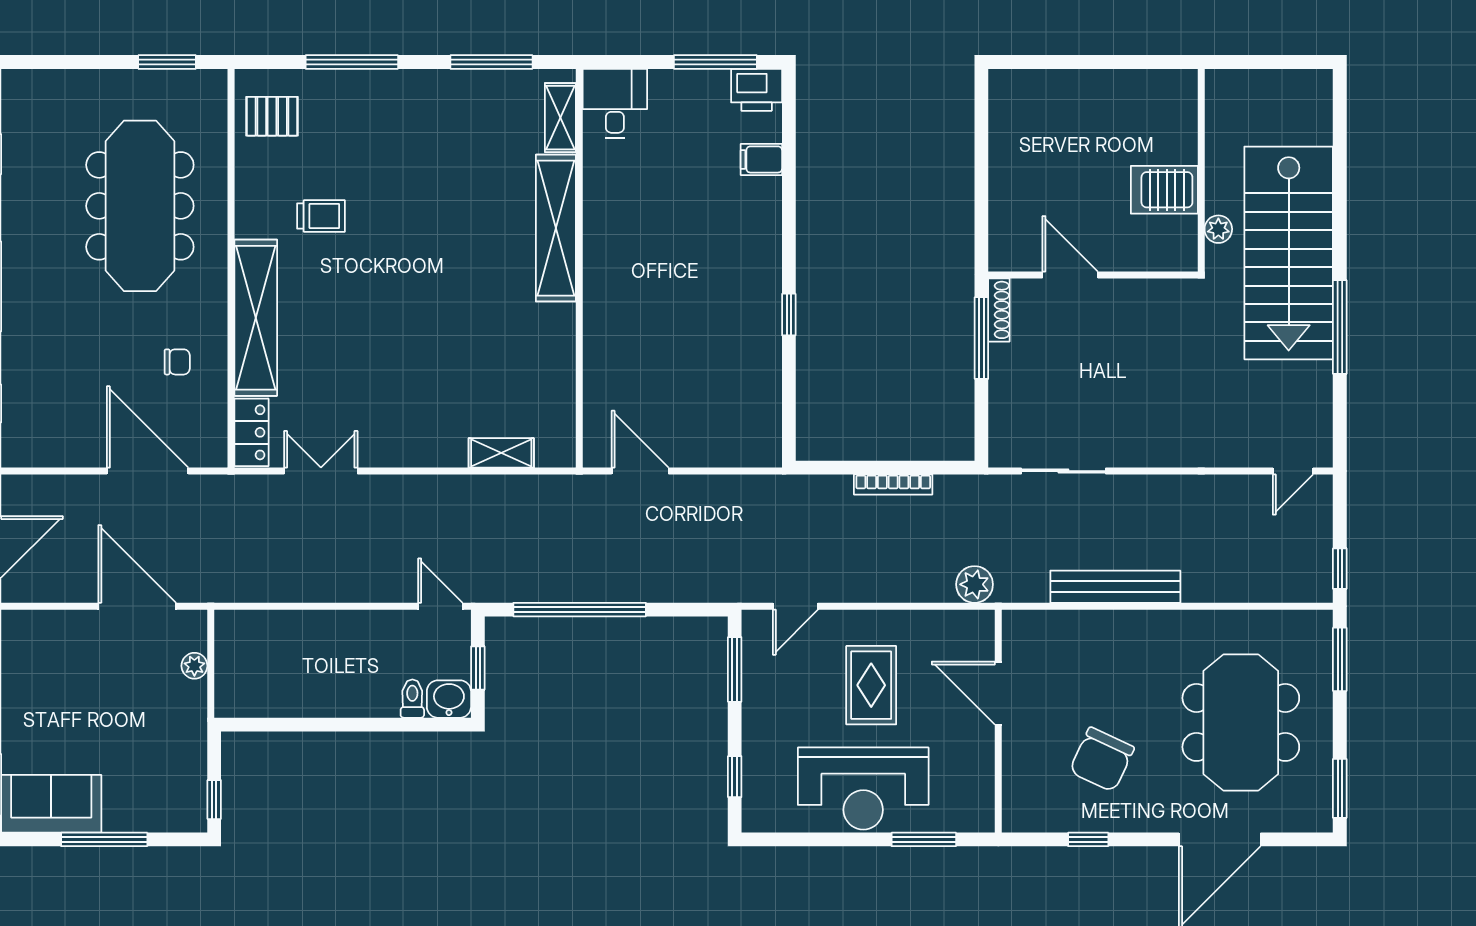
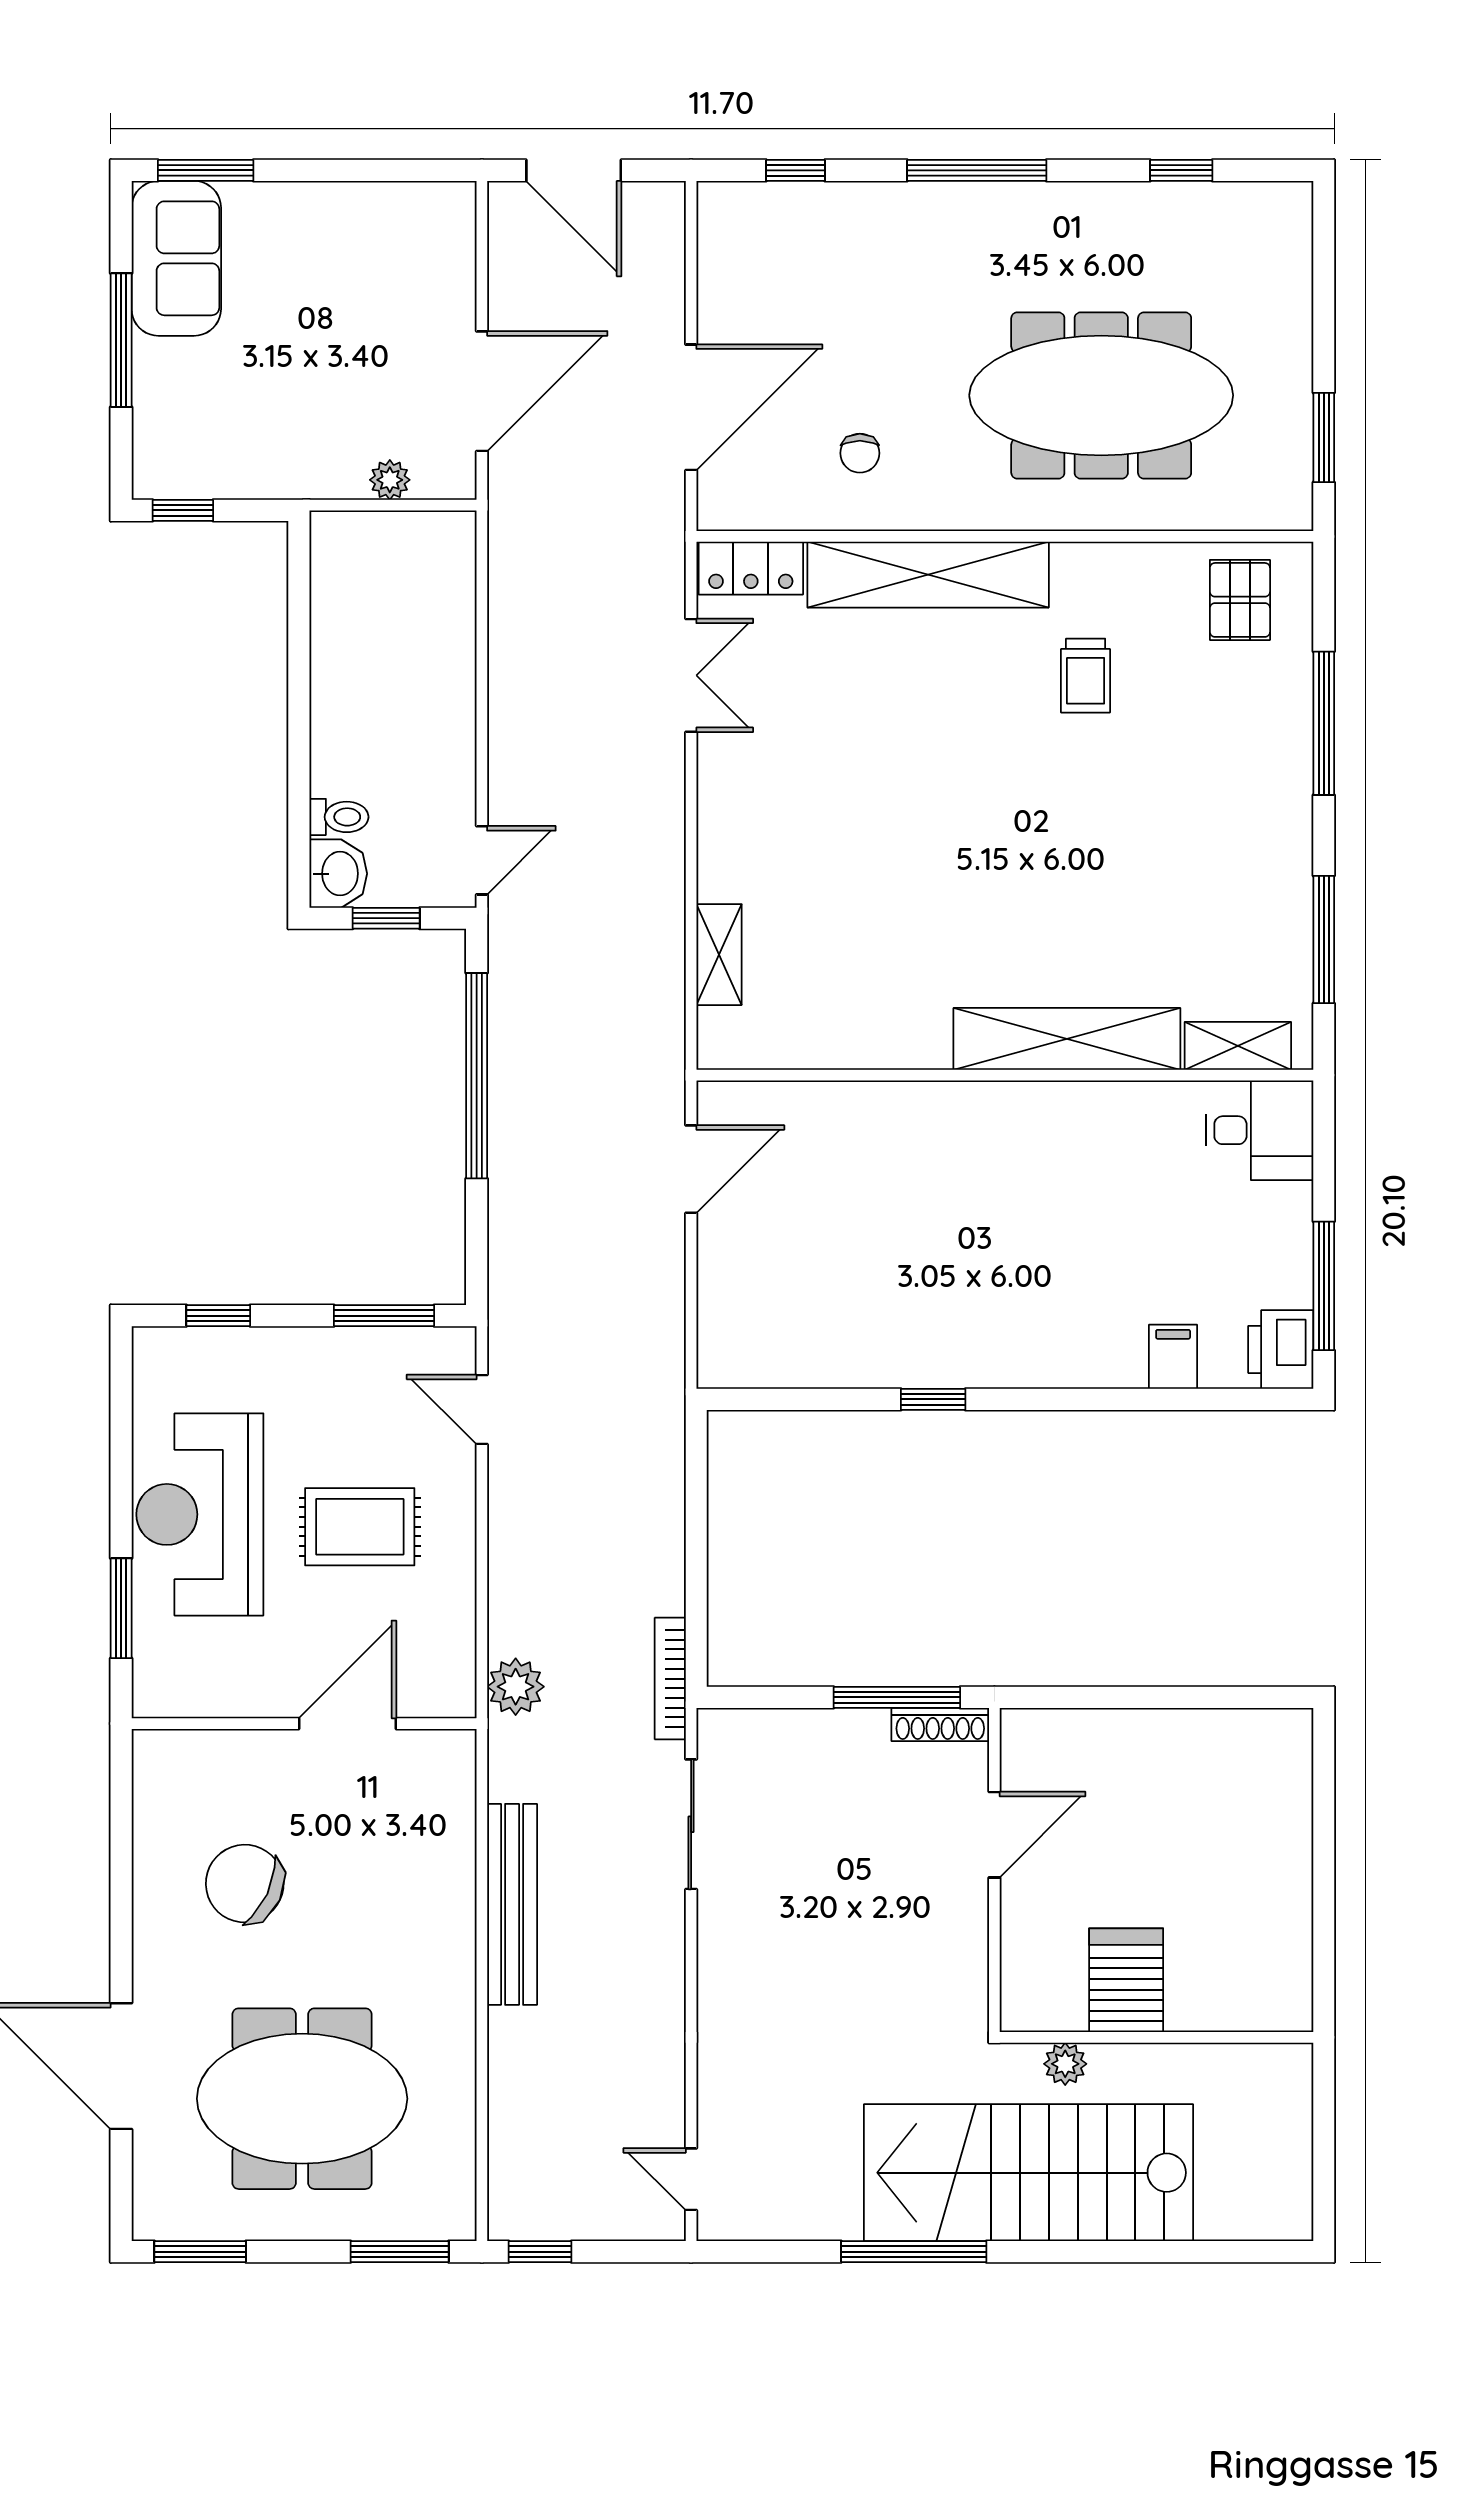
bookcase: (893, 484) -> (670, 1679), moved
window: (1088, 839) -> (121, 1862), removed

